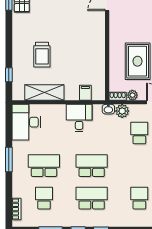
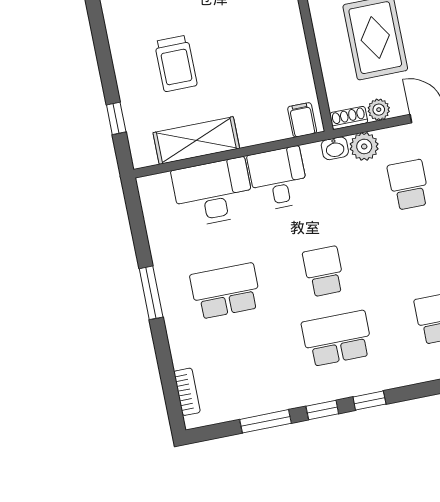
filing cabinet: (85, 93) -> (302, 120), moved
desk: (26, 122) -> (213, 192), moved, turned 90
school desk: (92, 166) -> (324, 271), width x0.54
school desk: (44, 198) -> (239, 358), removed

